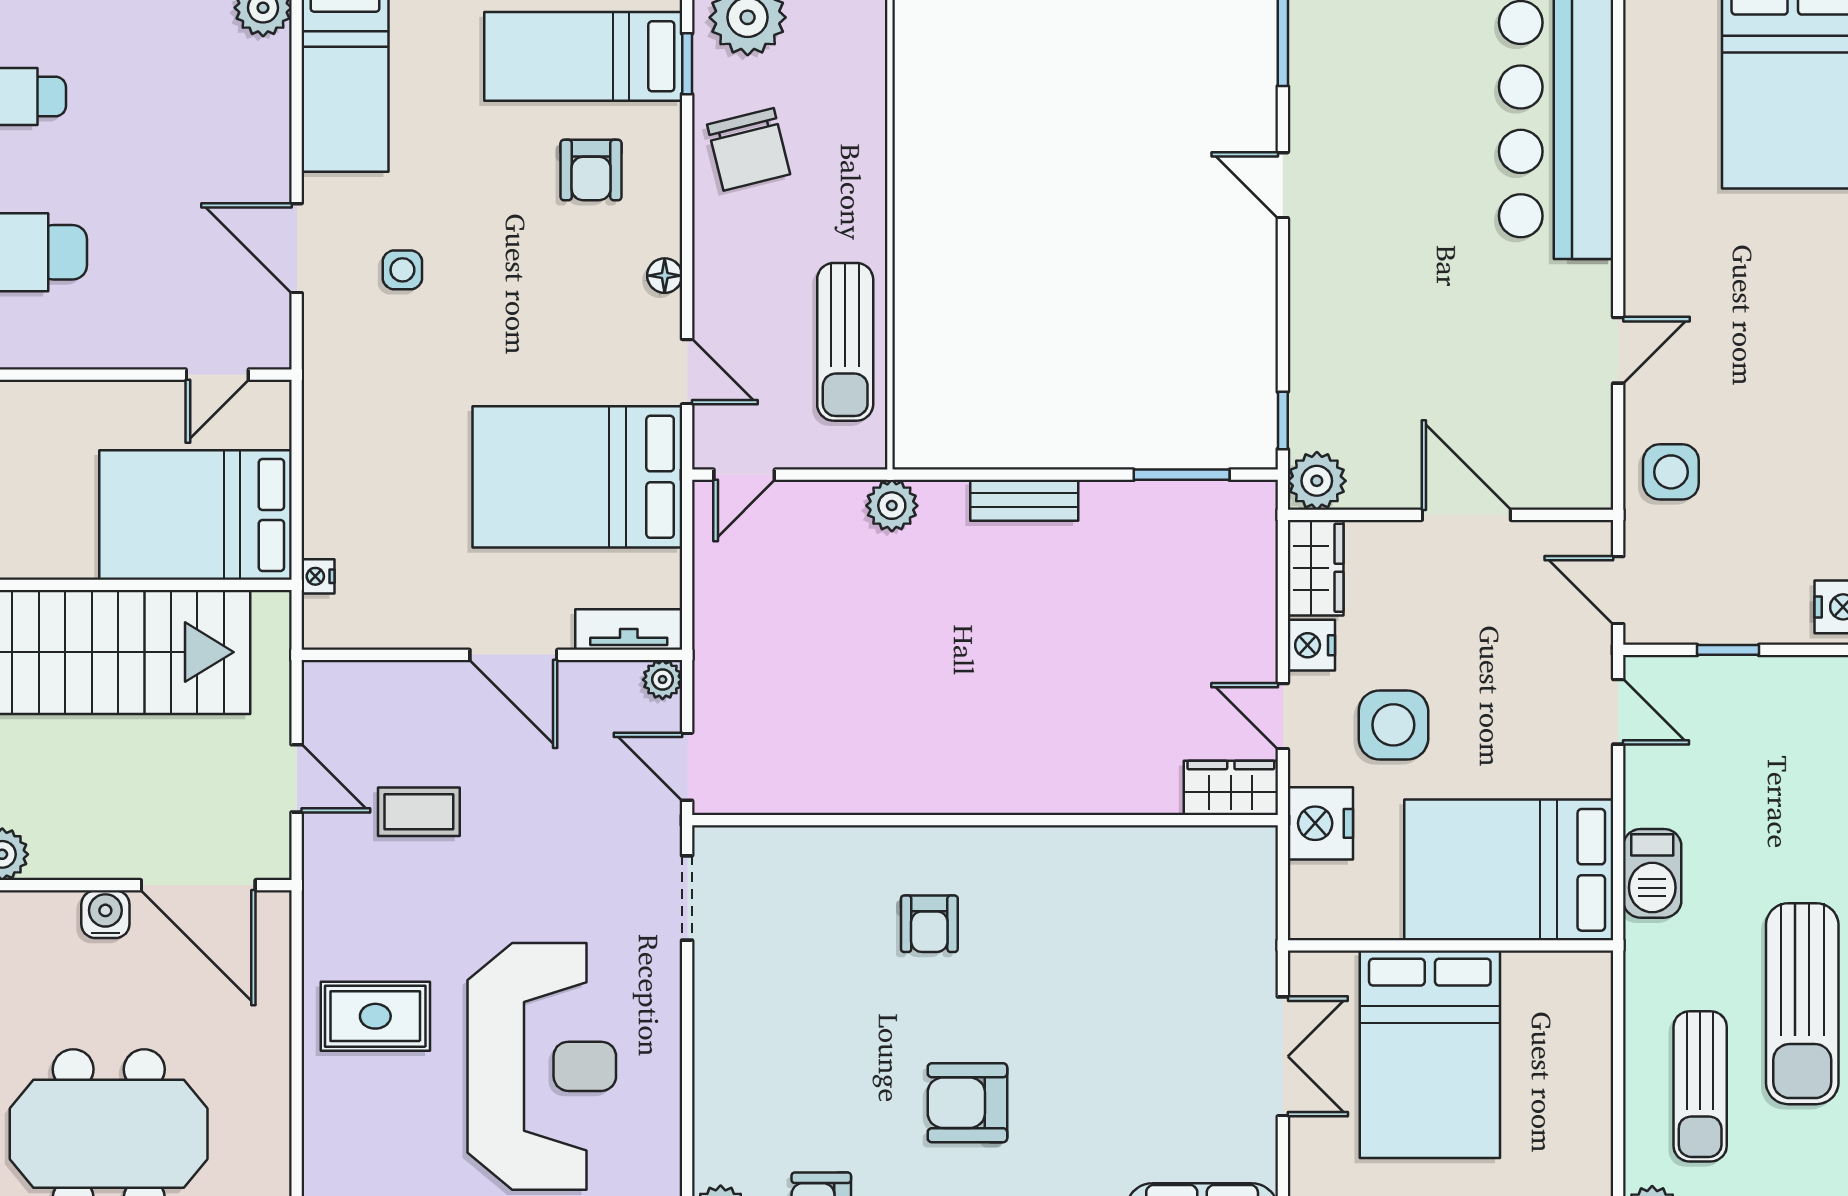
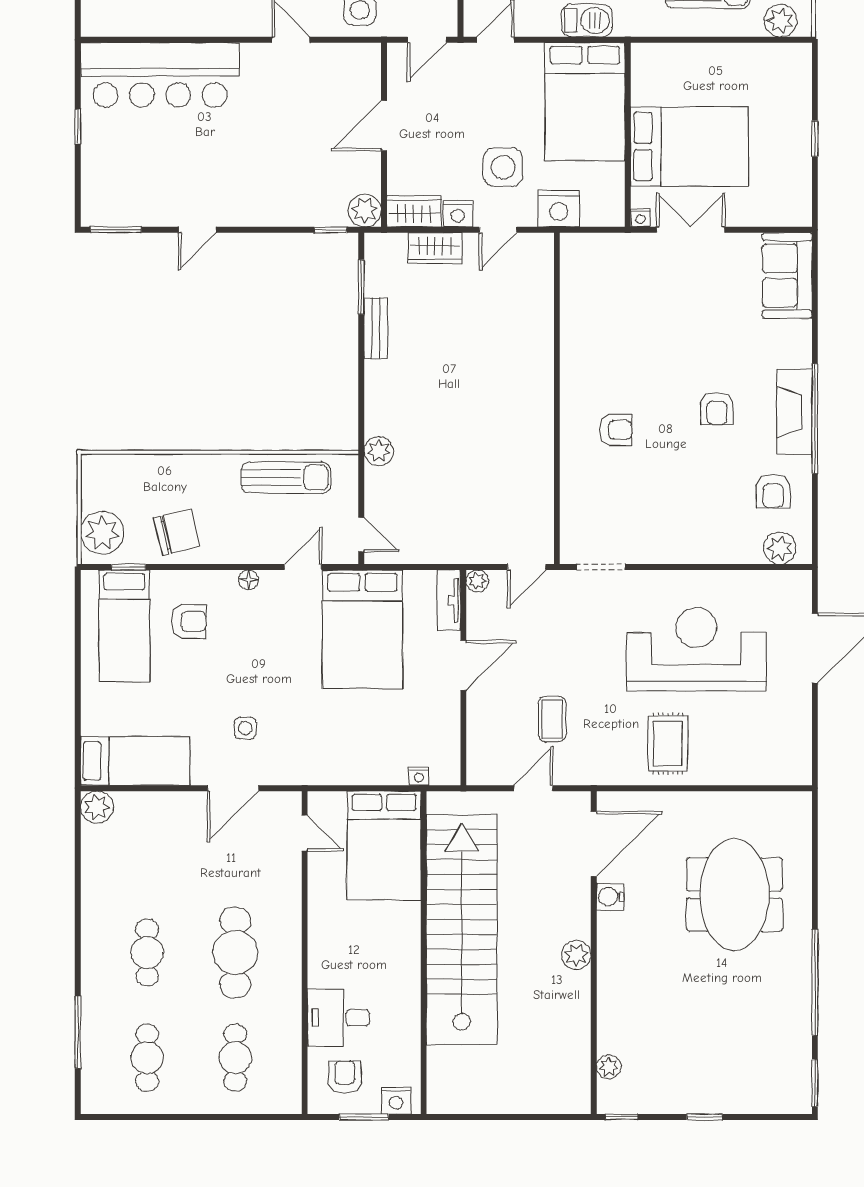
bench: (1024, 500) -> (376, 328), moved
wardrobe: (1231, 788) -> (435, 248), moved, turned -90
nightstand: (1304, 967) -> (640, 218), added
armchair: (967, 1103) -> (717, 408), width x0.72, depth x0.72

